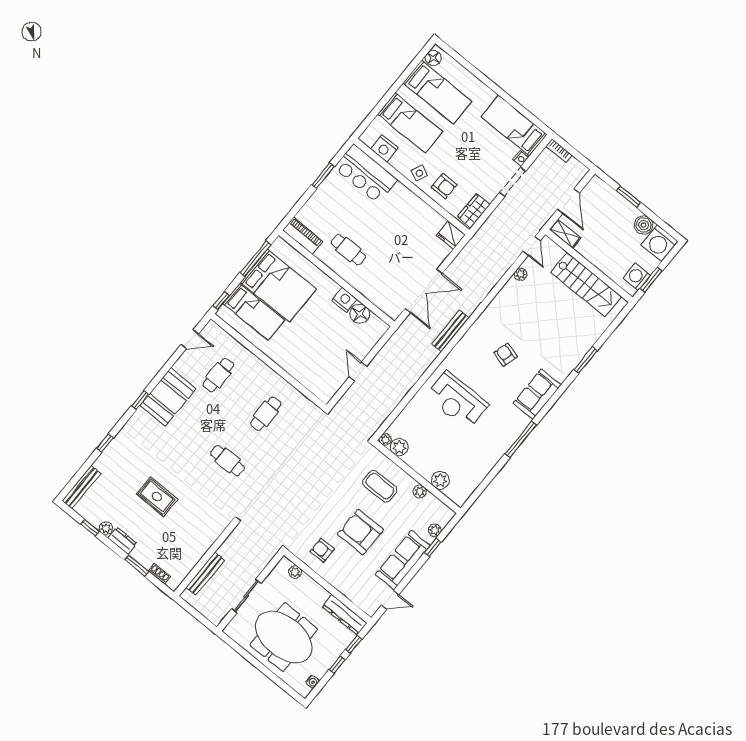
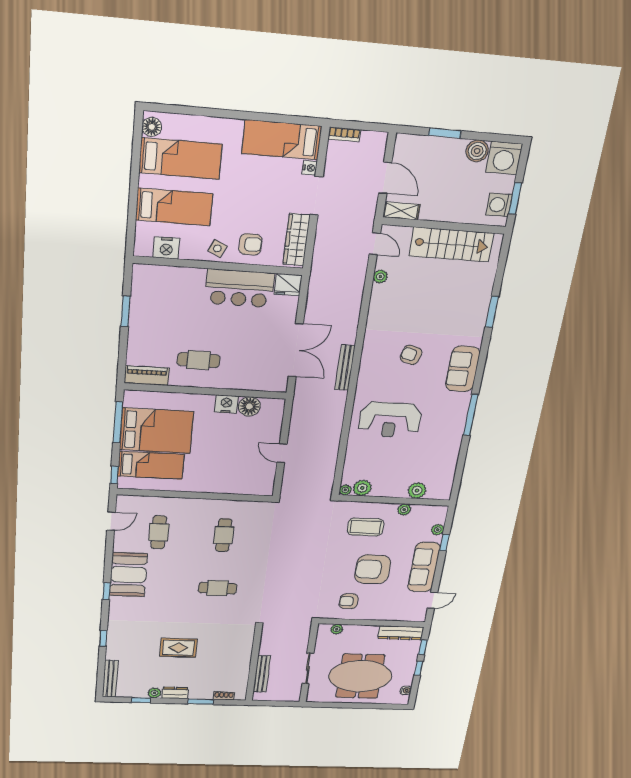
bar counter: (366, 174) -> (240, 288), moved
wardrobe: (474, 211) -> (296, 240), width x1.50

